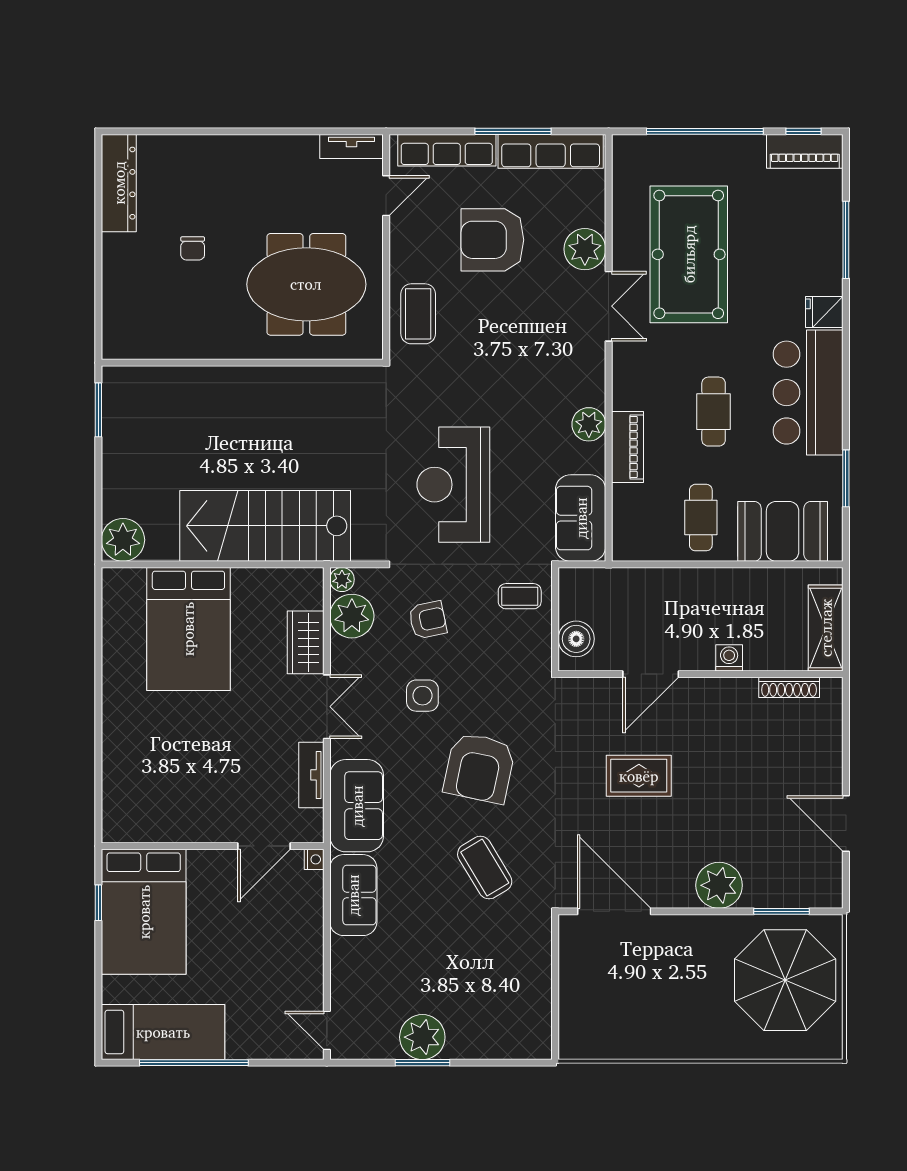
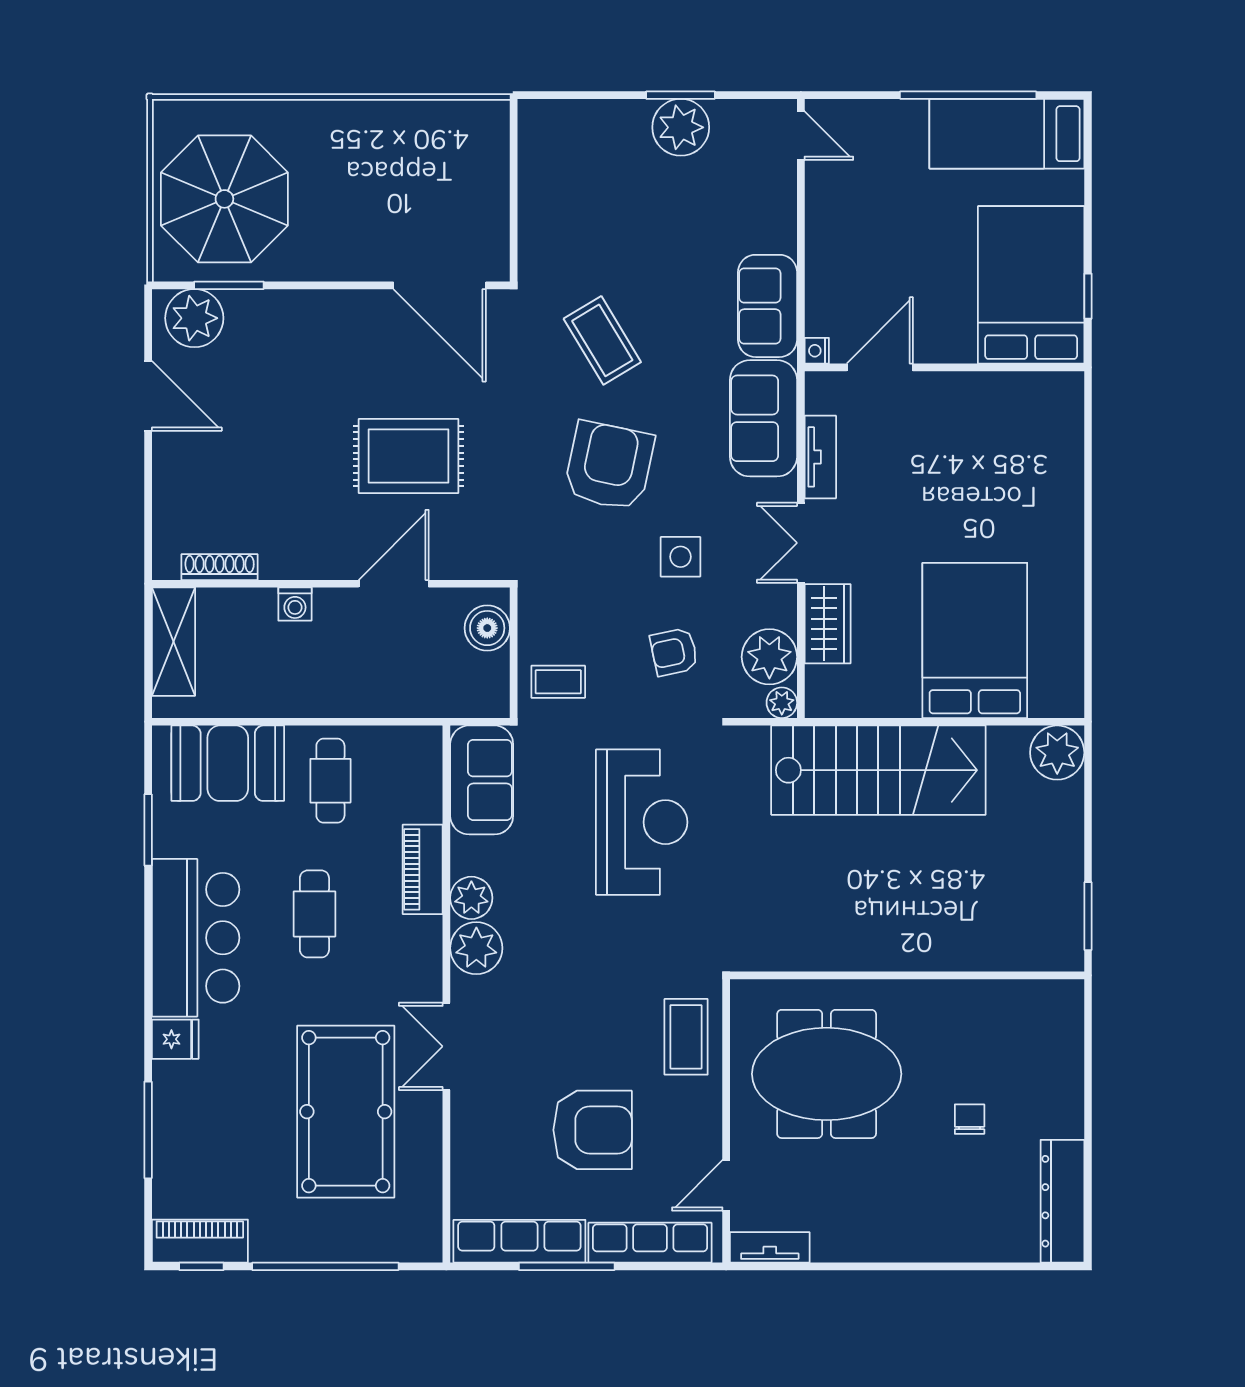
plant: (585, 249) -> (476, 948), moved
rug: (639, 776) -> (408, 456), width x1.36, depth x1.43
plant: (719, 885) -> (194, 318), moved

